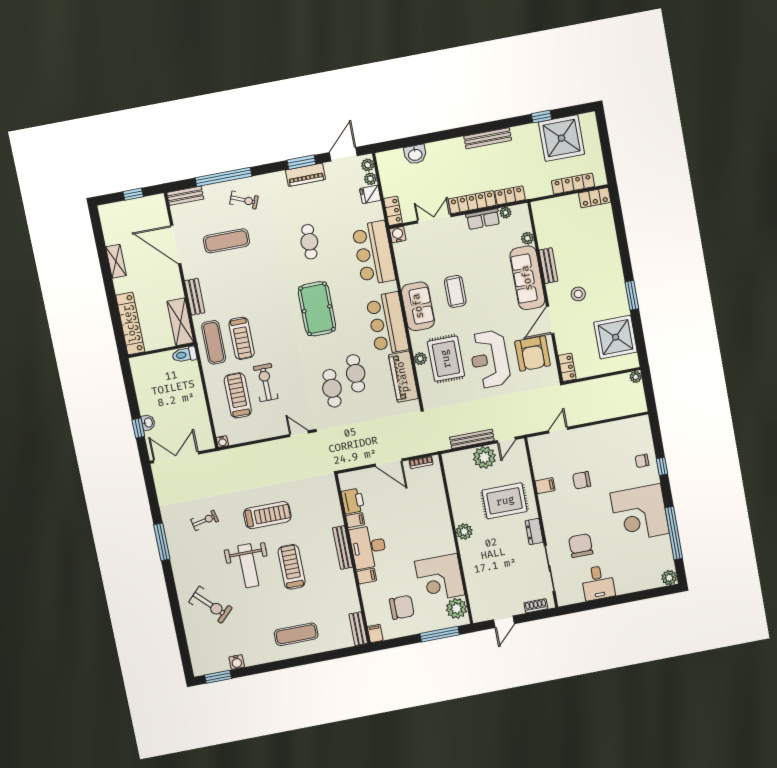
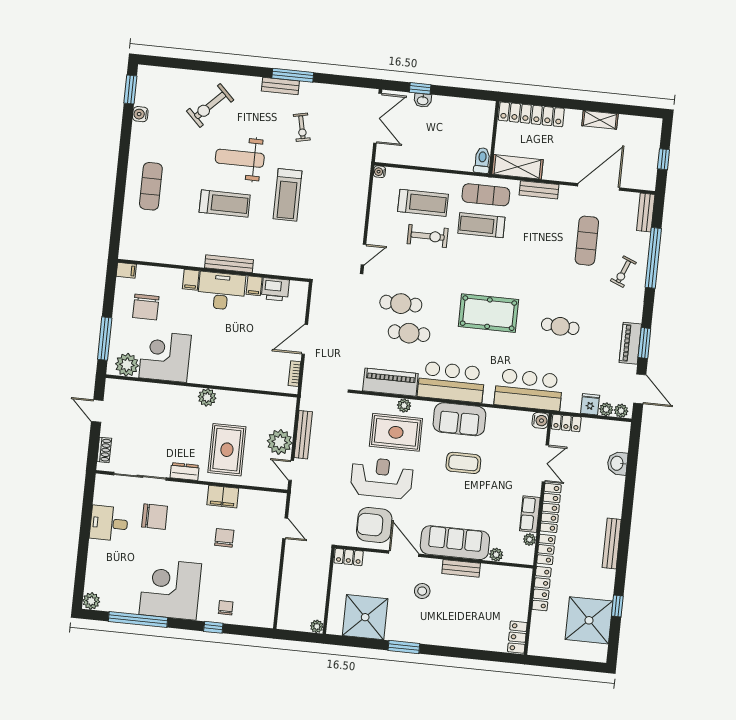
locker: (573, 184) -> (542, 589), moved
filing cabinet: (545, 486) -> (223, 497), width x2.00
bench: (358, 629) -> (280, 86), moved

